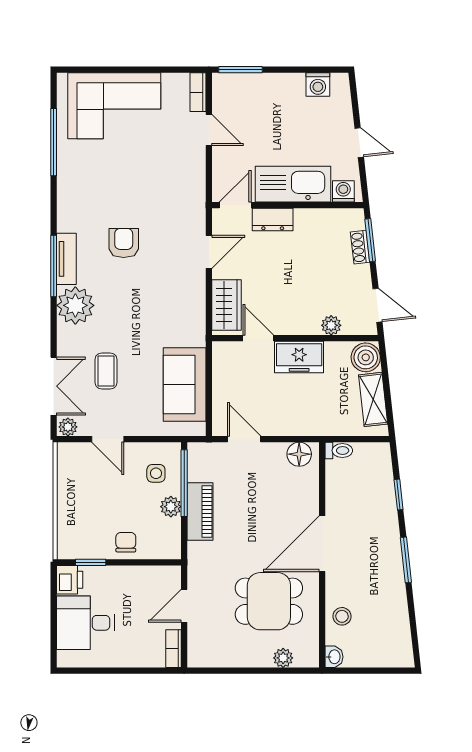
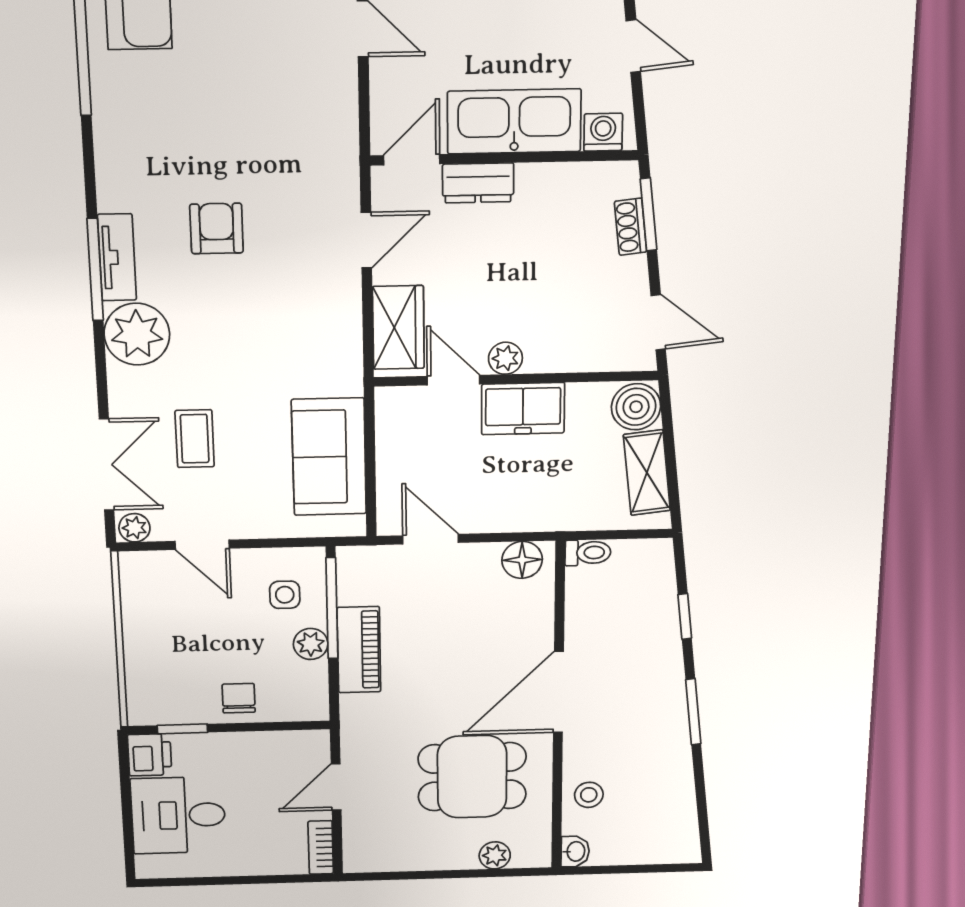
plant: (331, 325) -> (505, 358), moved

